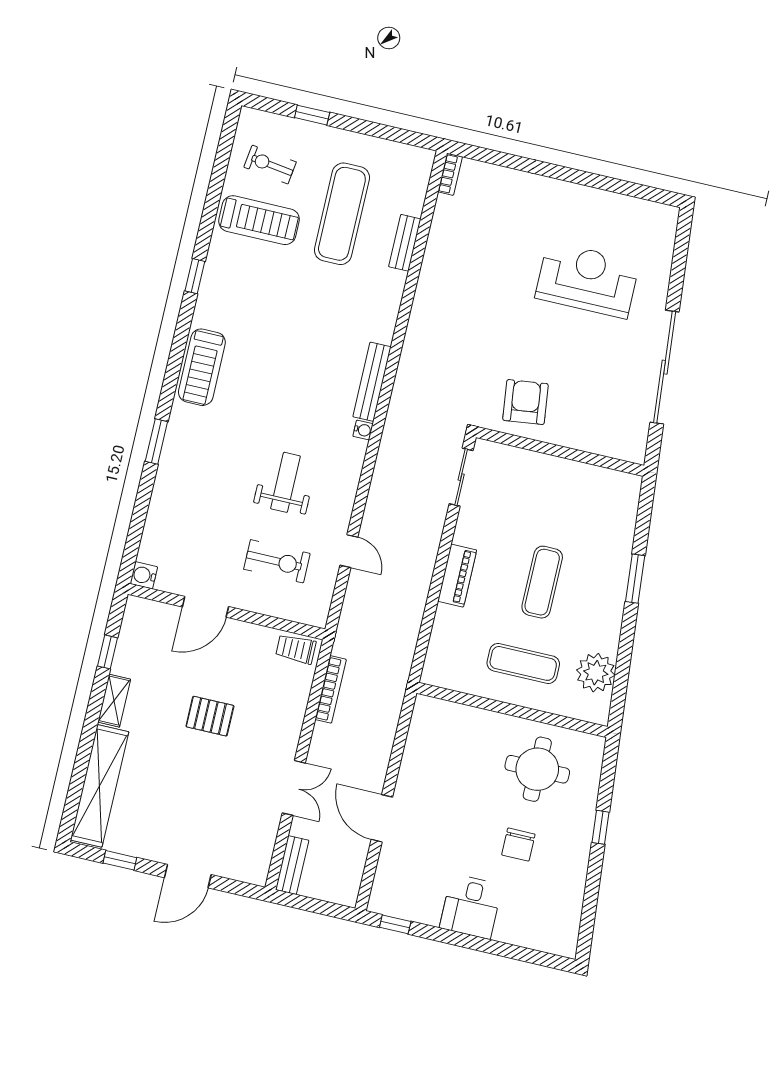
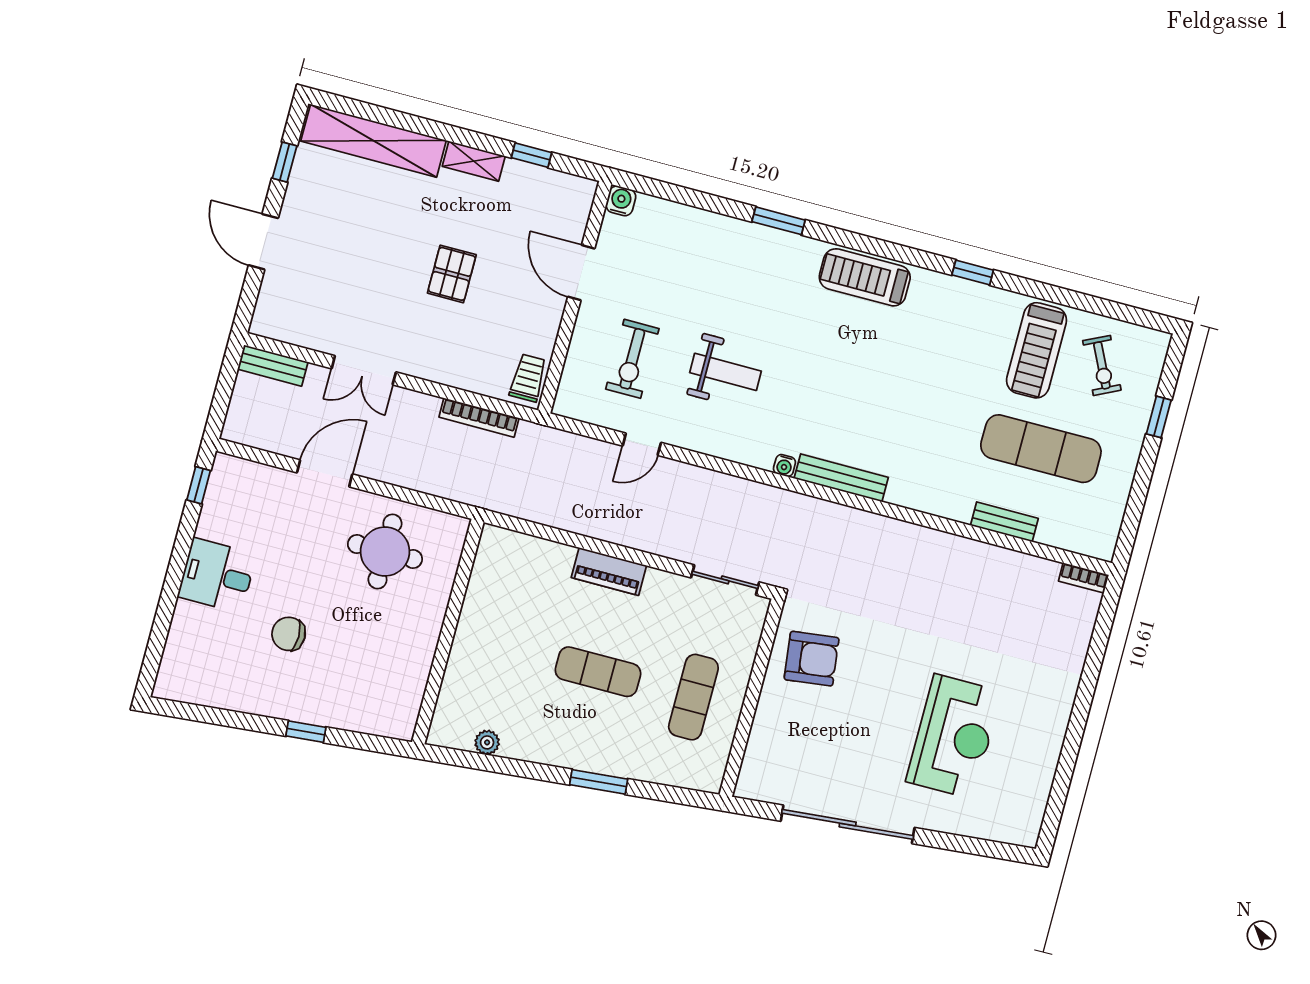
exercise bike: (270, 165) -> (1102, 365), turned 146
exercise mat: (523, 663) -> (693, 697), moved
plant: (596, 673) -> (487, 742), width x0.53, depth x0.53
round table: (537, 769) -> (385, 552), moved

